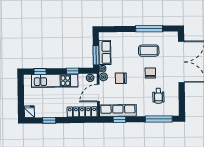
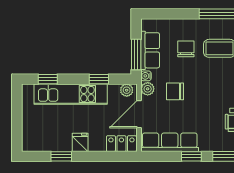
chair: (150, 73) -> (186, 49), moved
fridge: (29, 112) -> (80, 142), moved
locker: (82, 112) -> (121, 144), width x0.66
window: (119, 119) -> (191, 156), moved

